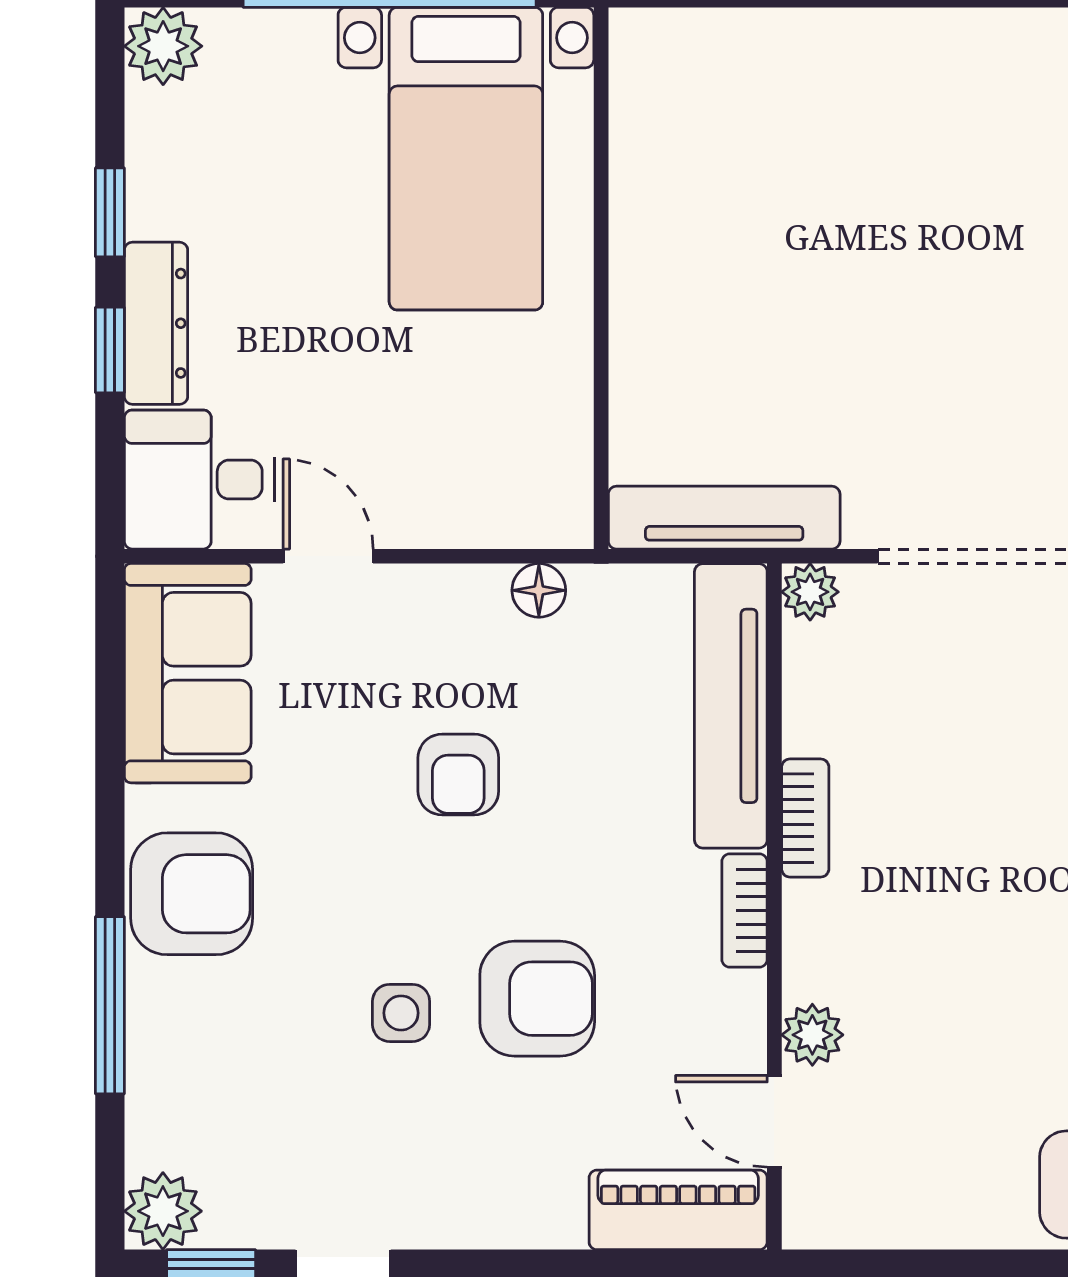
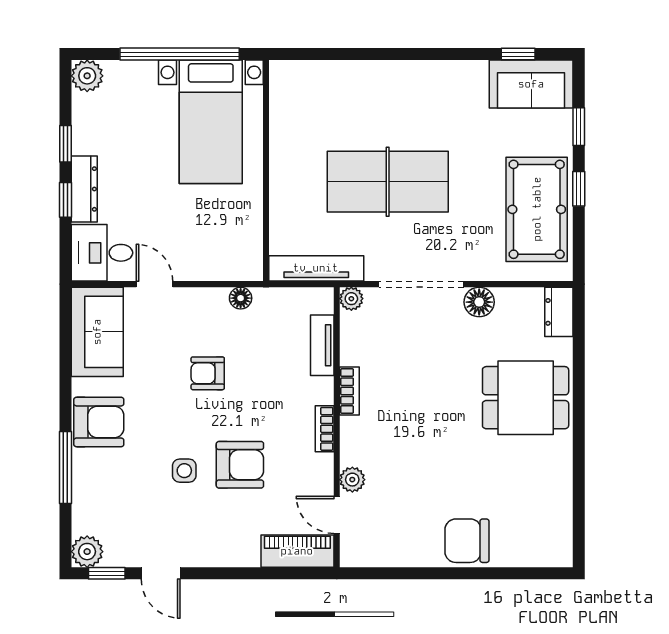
table tennis table: (899, 305) -> (388, 182), added
tv unit: (731, 706) -> (322, 345), width x0.52, depth x0.78
armchair: (458, 775) -> (208, 373), turned 90

